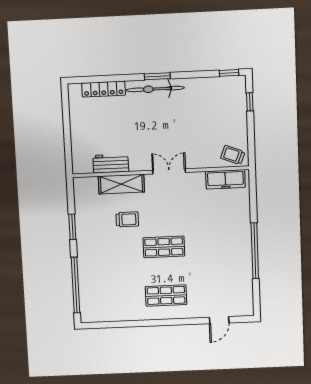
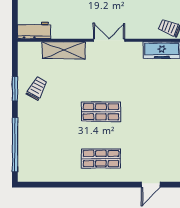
workbench: (111, 163) -> (34, 30), moved
trolley: (127, 219) -> (37, 88), moved, turned -61

